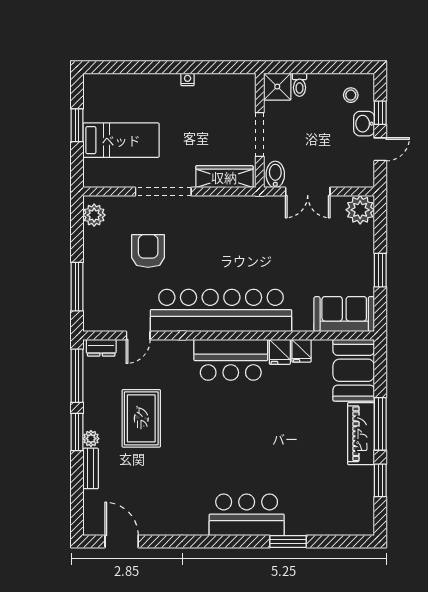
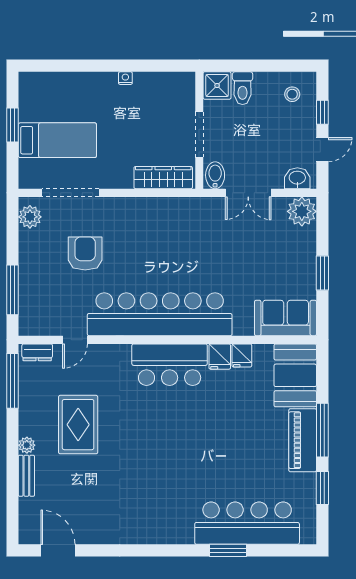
toilet: (299, 85) -> (243, 88), width x1.37, depth x1.39
washbasin: (364, 124) -> (297, 178), moved, turned 90
doorway: (163, 192) -> (70, 193), moved
window: (77, 432) -> (13, 439), removed
bar counter: (247, 515) -> (247, 523), moved, width x1.36

